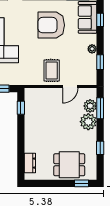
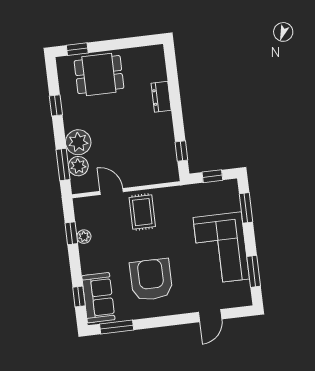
armchair: (51, 25) -> (151, 280), turned -90
plant: (92, 49) -> (84, 237), moved
door: (70, 86) -> (112, 192), hinge flipped
dresser: (30, 163) -> (161, 97), moved

